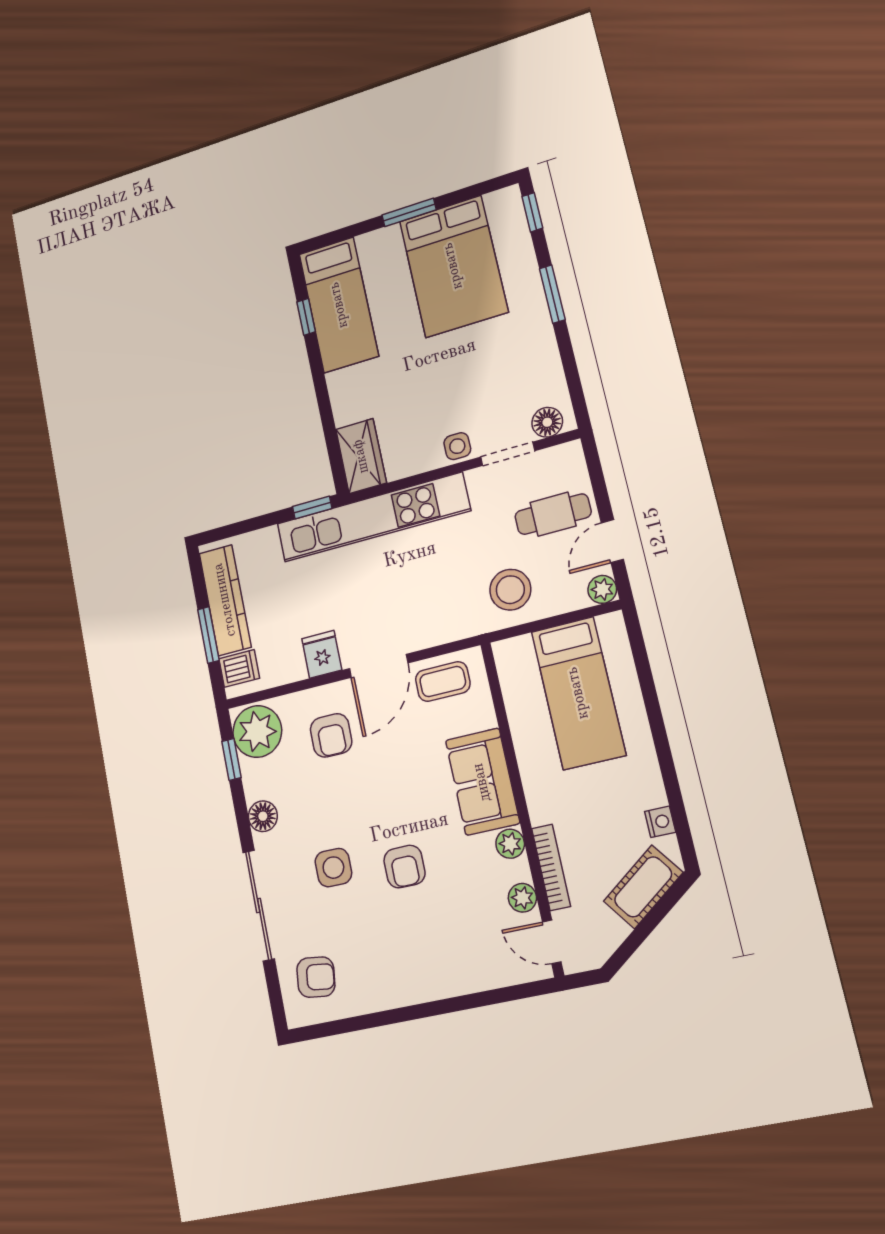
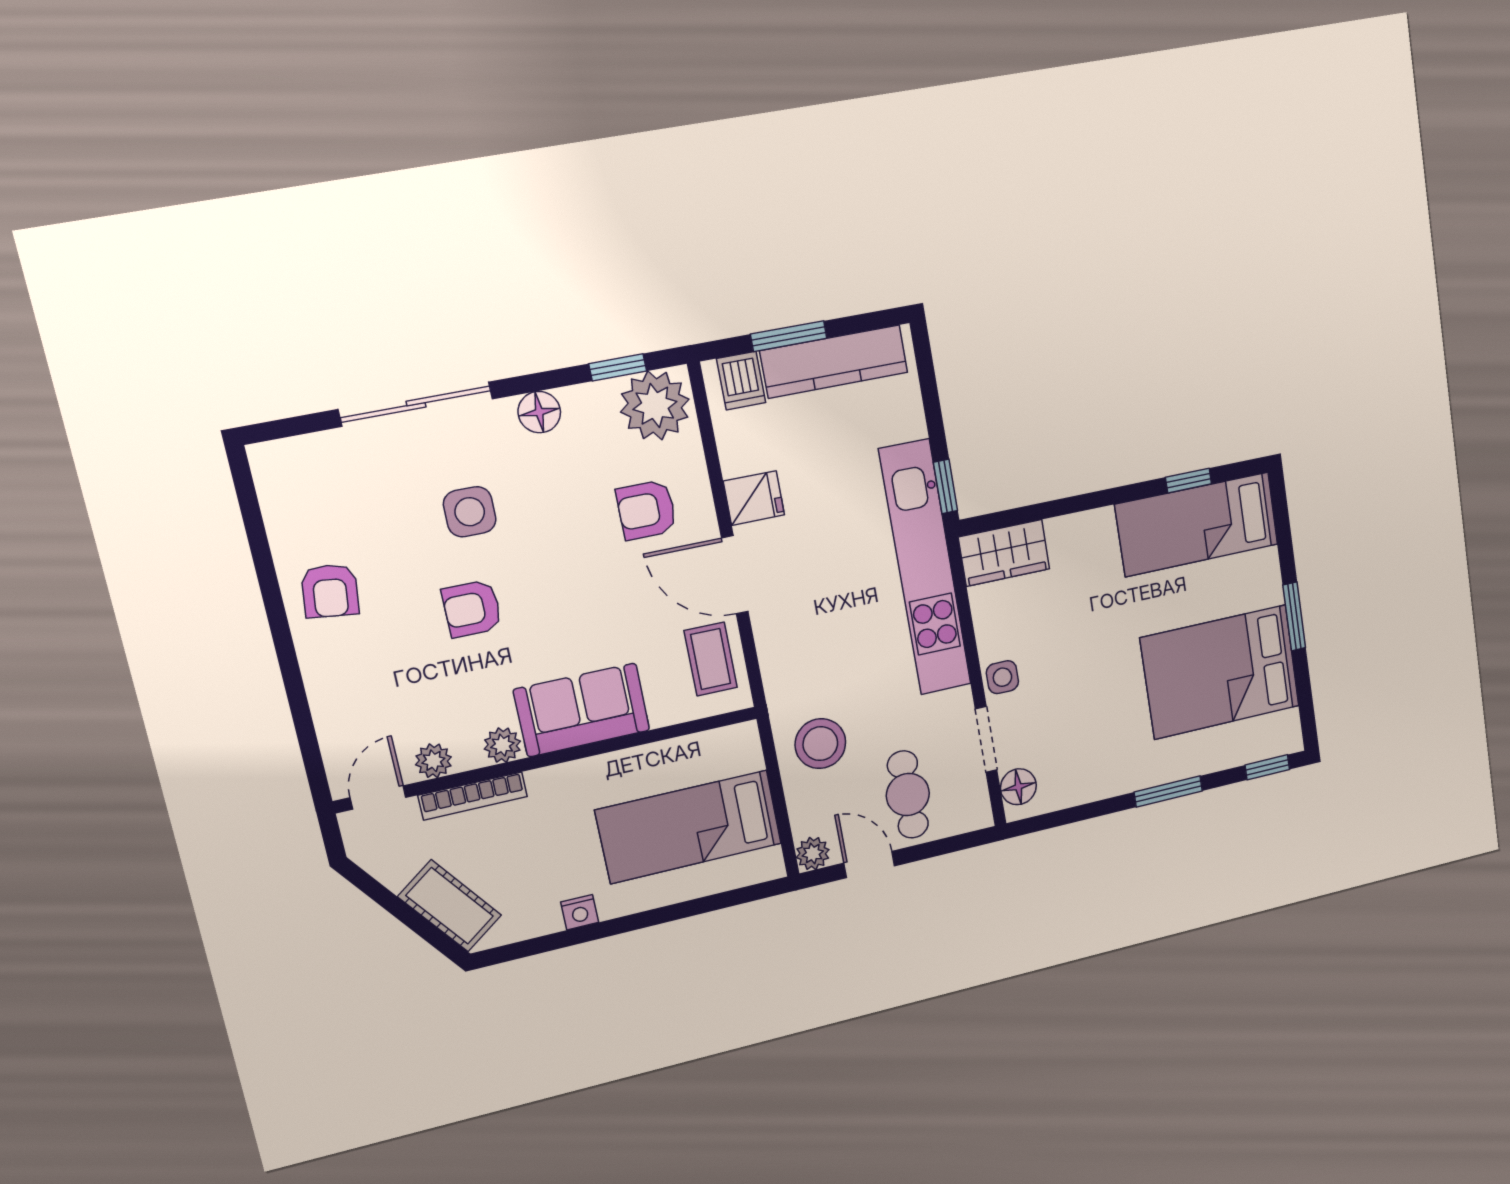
nightstand: (660, 822) -> (580, 912), moved
armchair: (316, 977) -> (330, 591), moved

